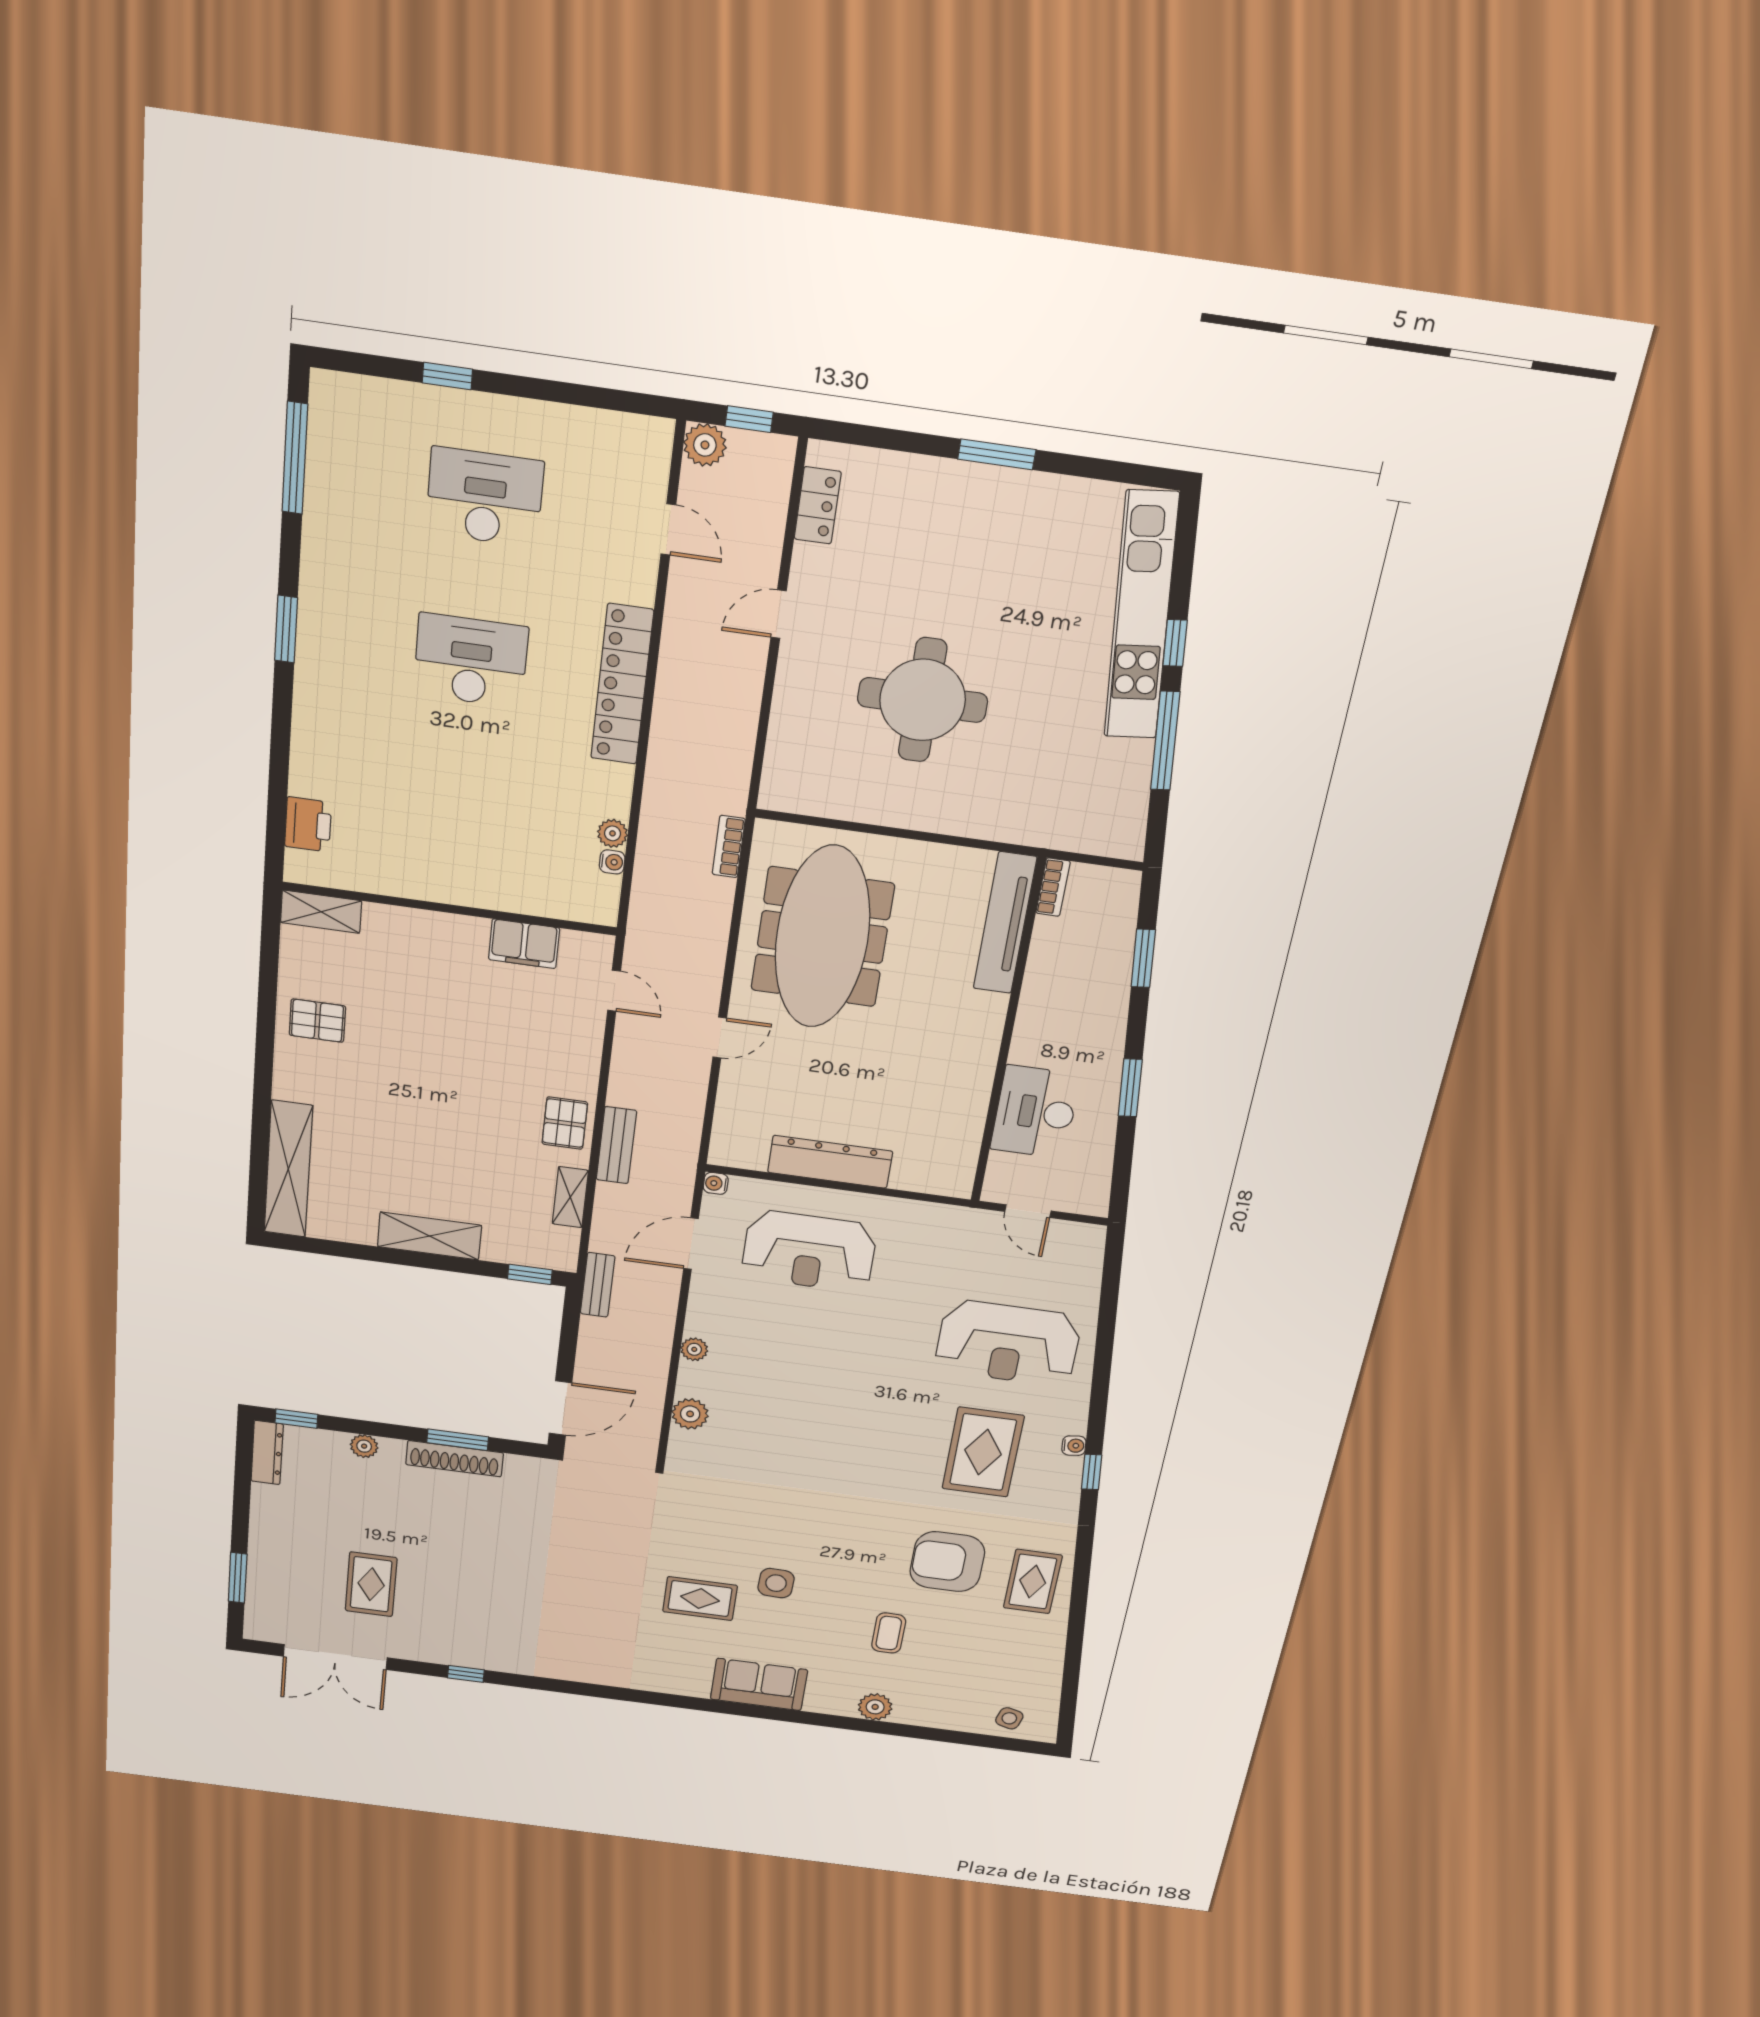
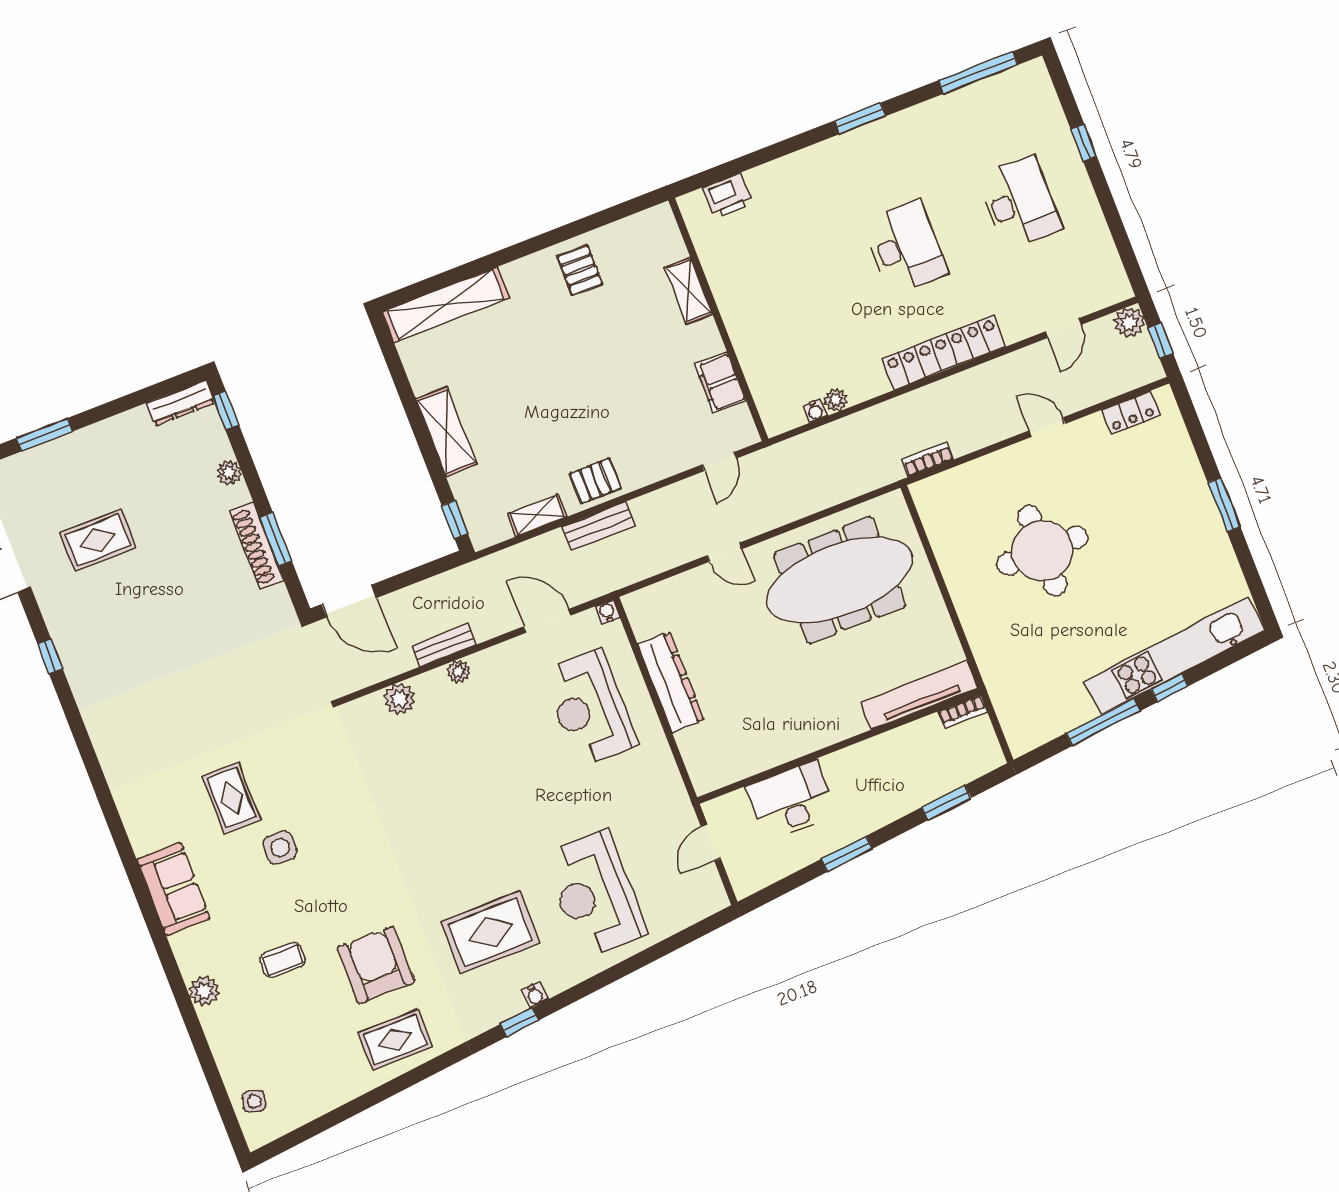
bookcase: (729, 846) -> (928, 459), moved
shelving: (321, 912) -> (688, 290), moved
bench: (598, 1285) -> (444, 645), moved

